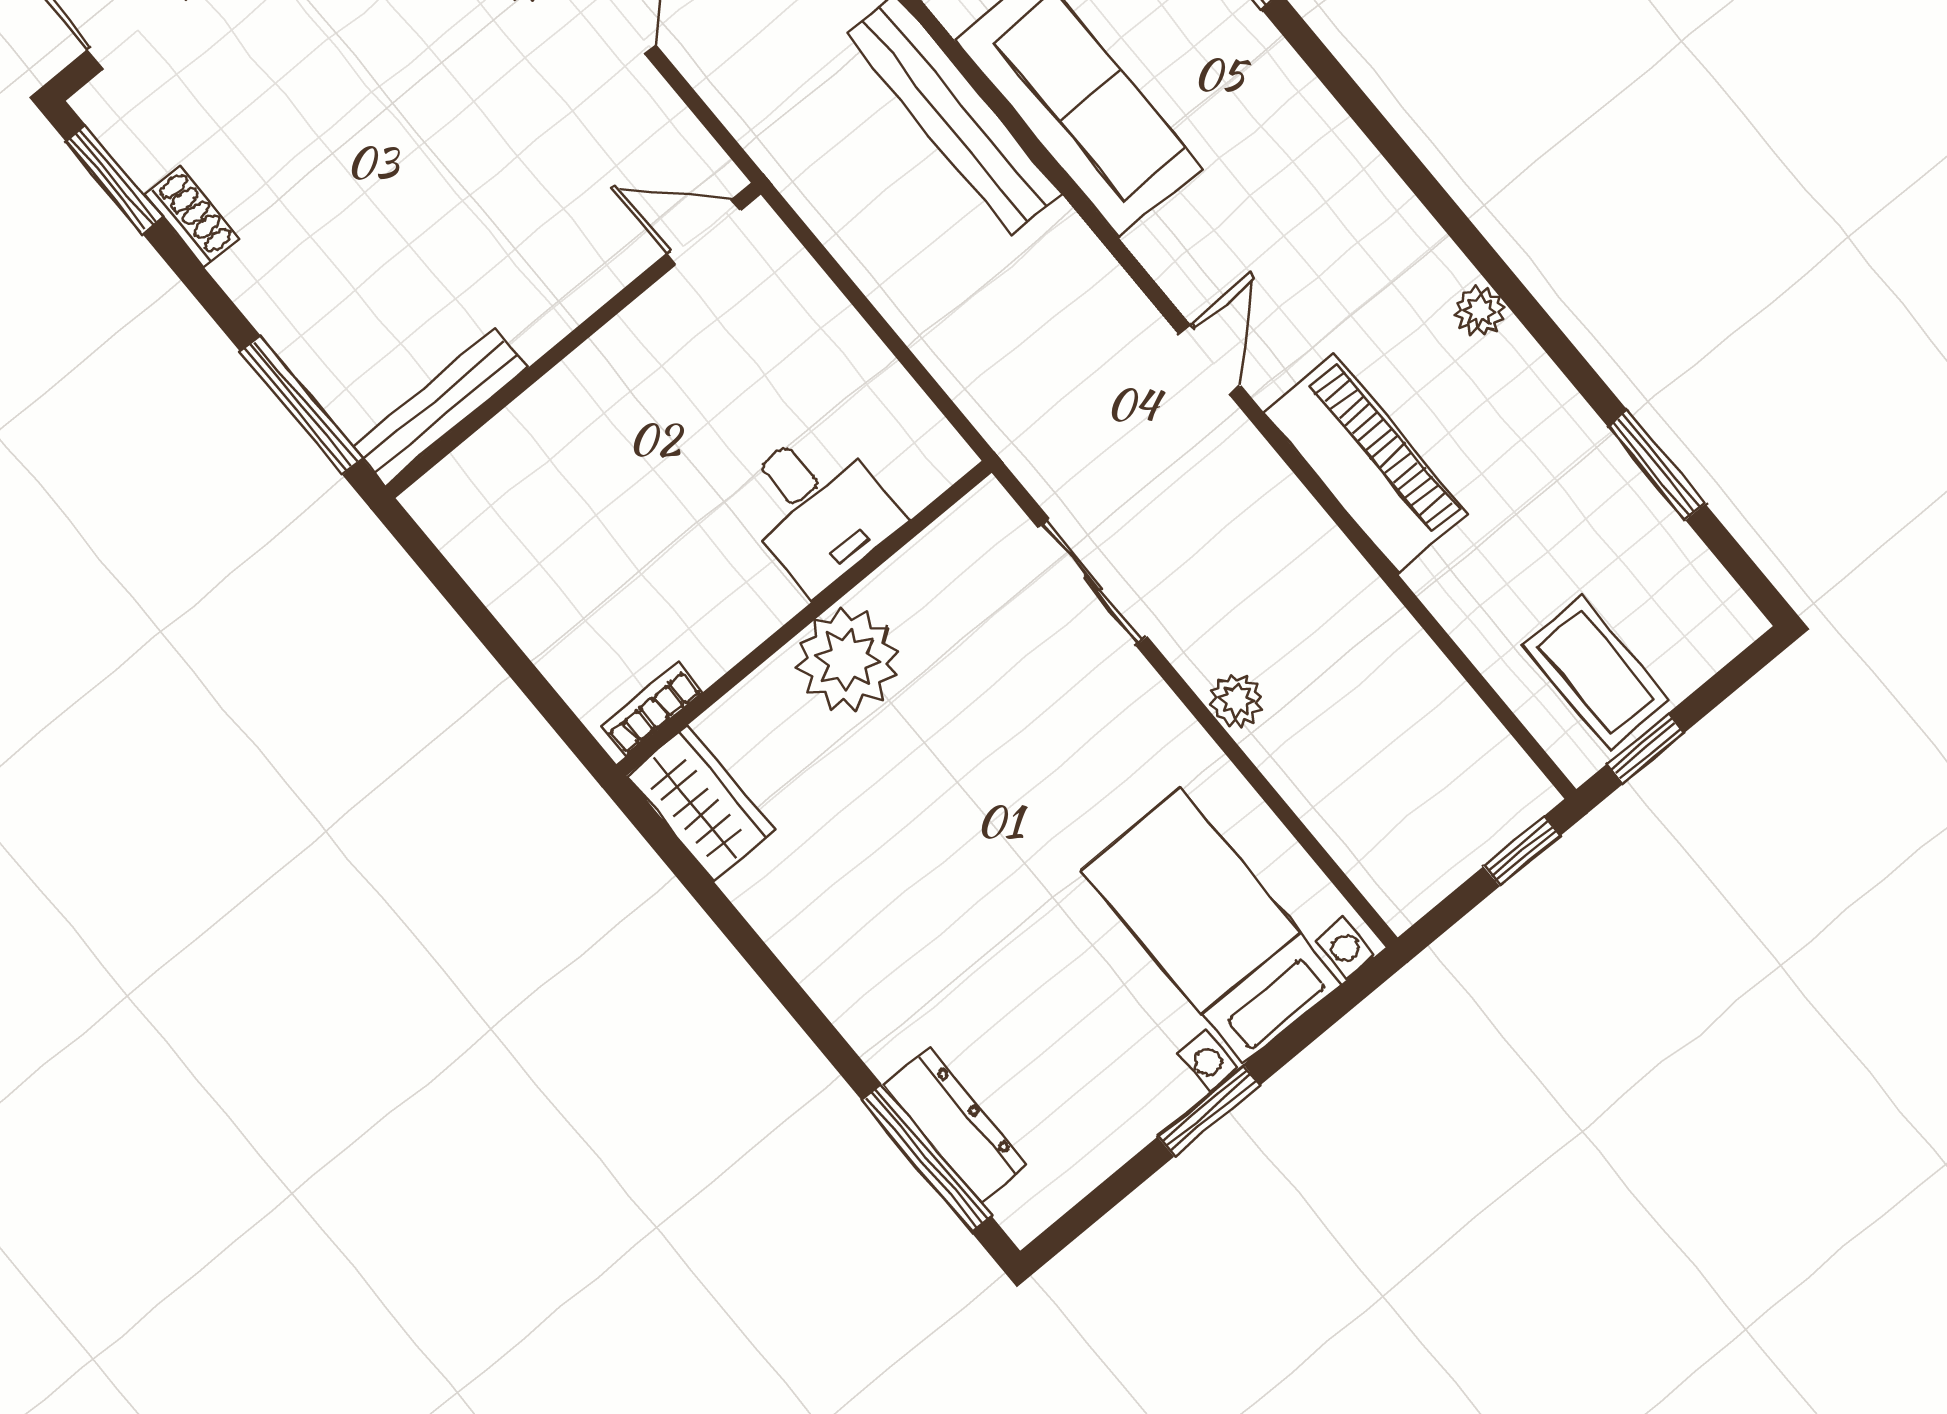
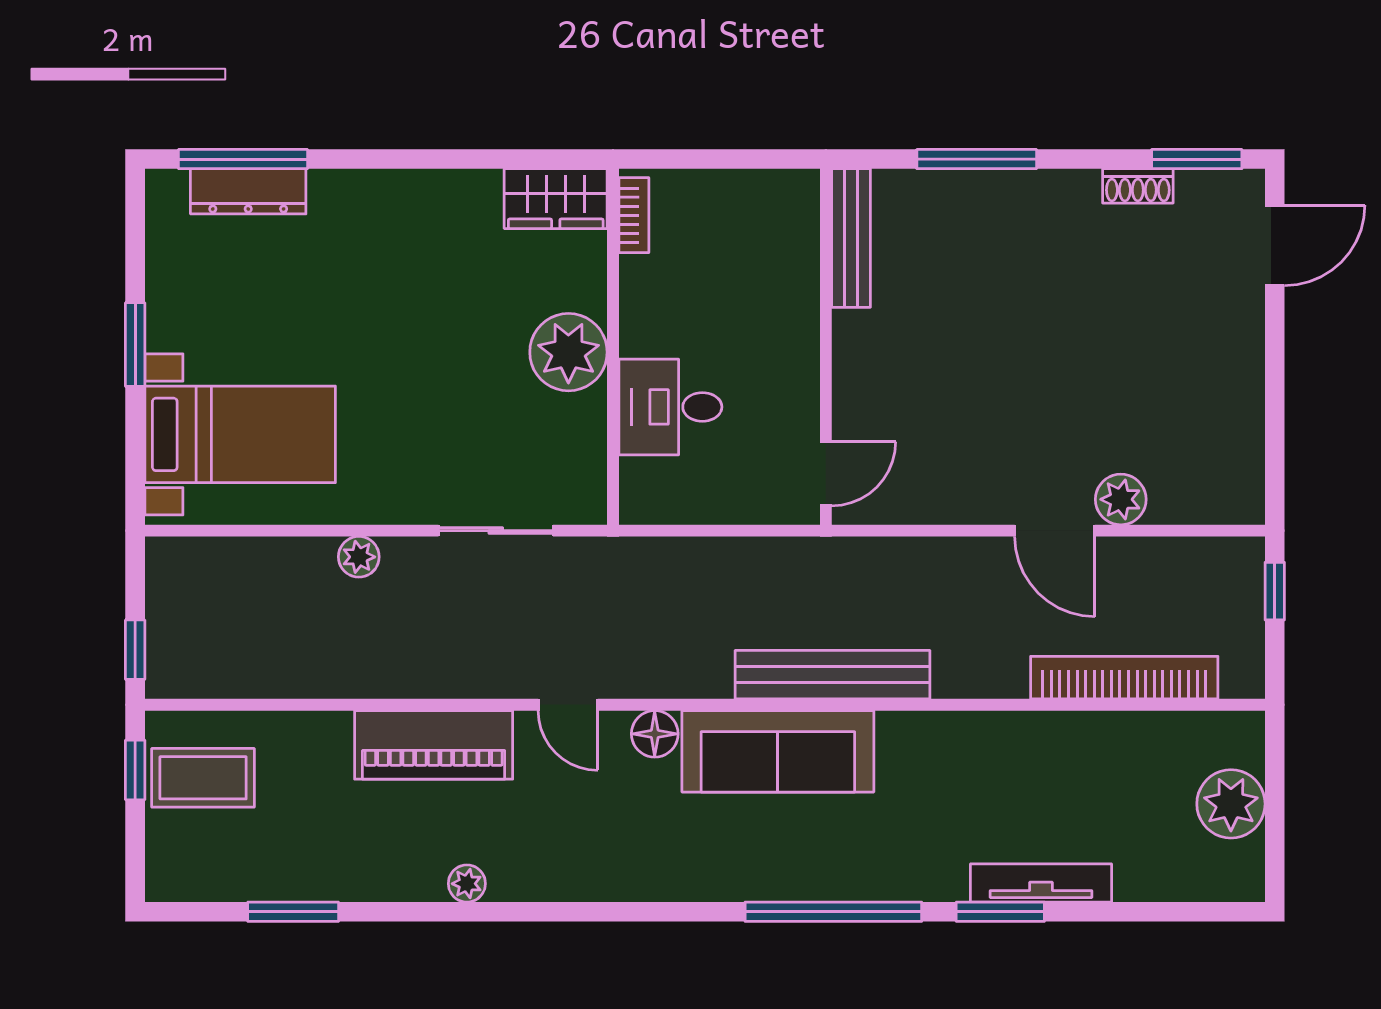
door: (704, 232) -> (826, 474), moved
floor lamp: (1166, 246) -> (655, 734), added
wall: (573, 340) -> (826, 347), moved
bench: (440, 407) -> (851, 238), moved

